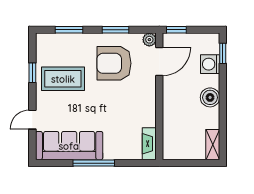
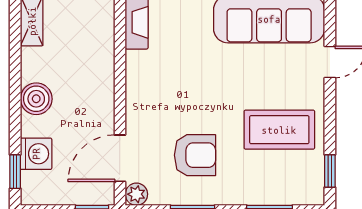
armchair: (114, 63) -> (195, 155), width x0.73, depth x0.73
window: (32, 73) -> (330, 171), moved

